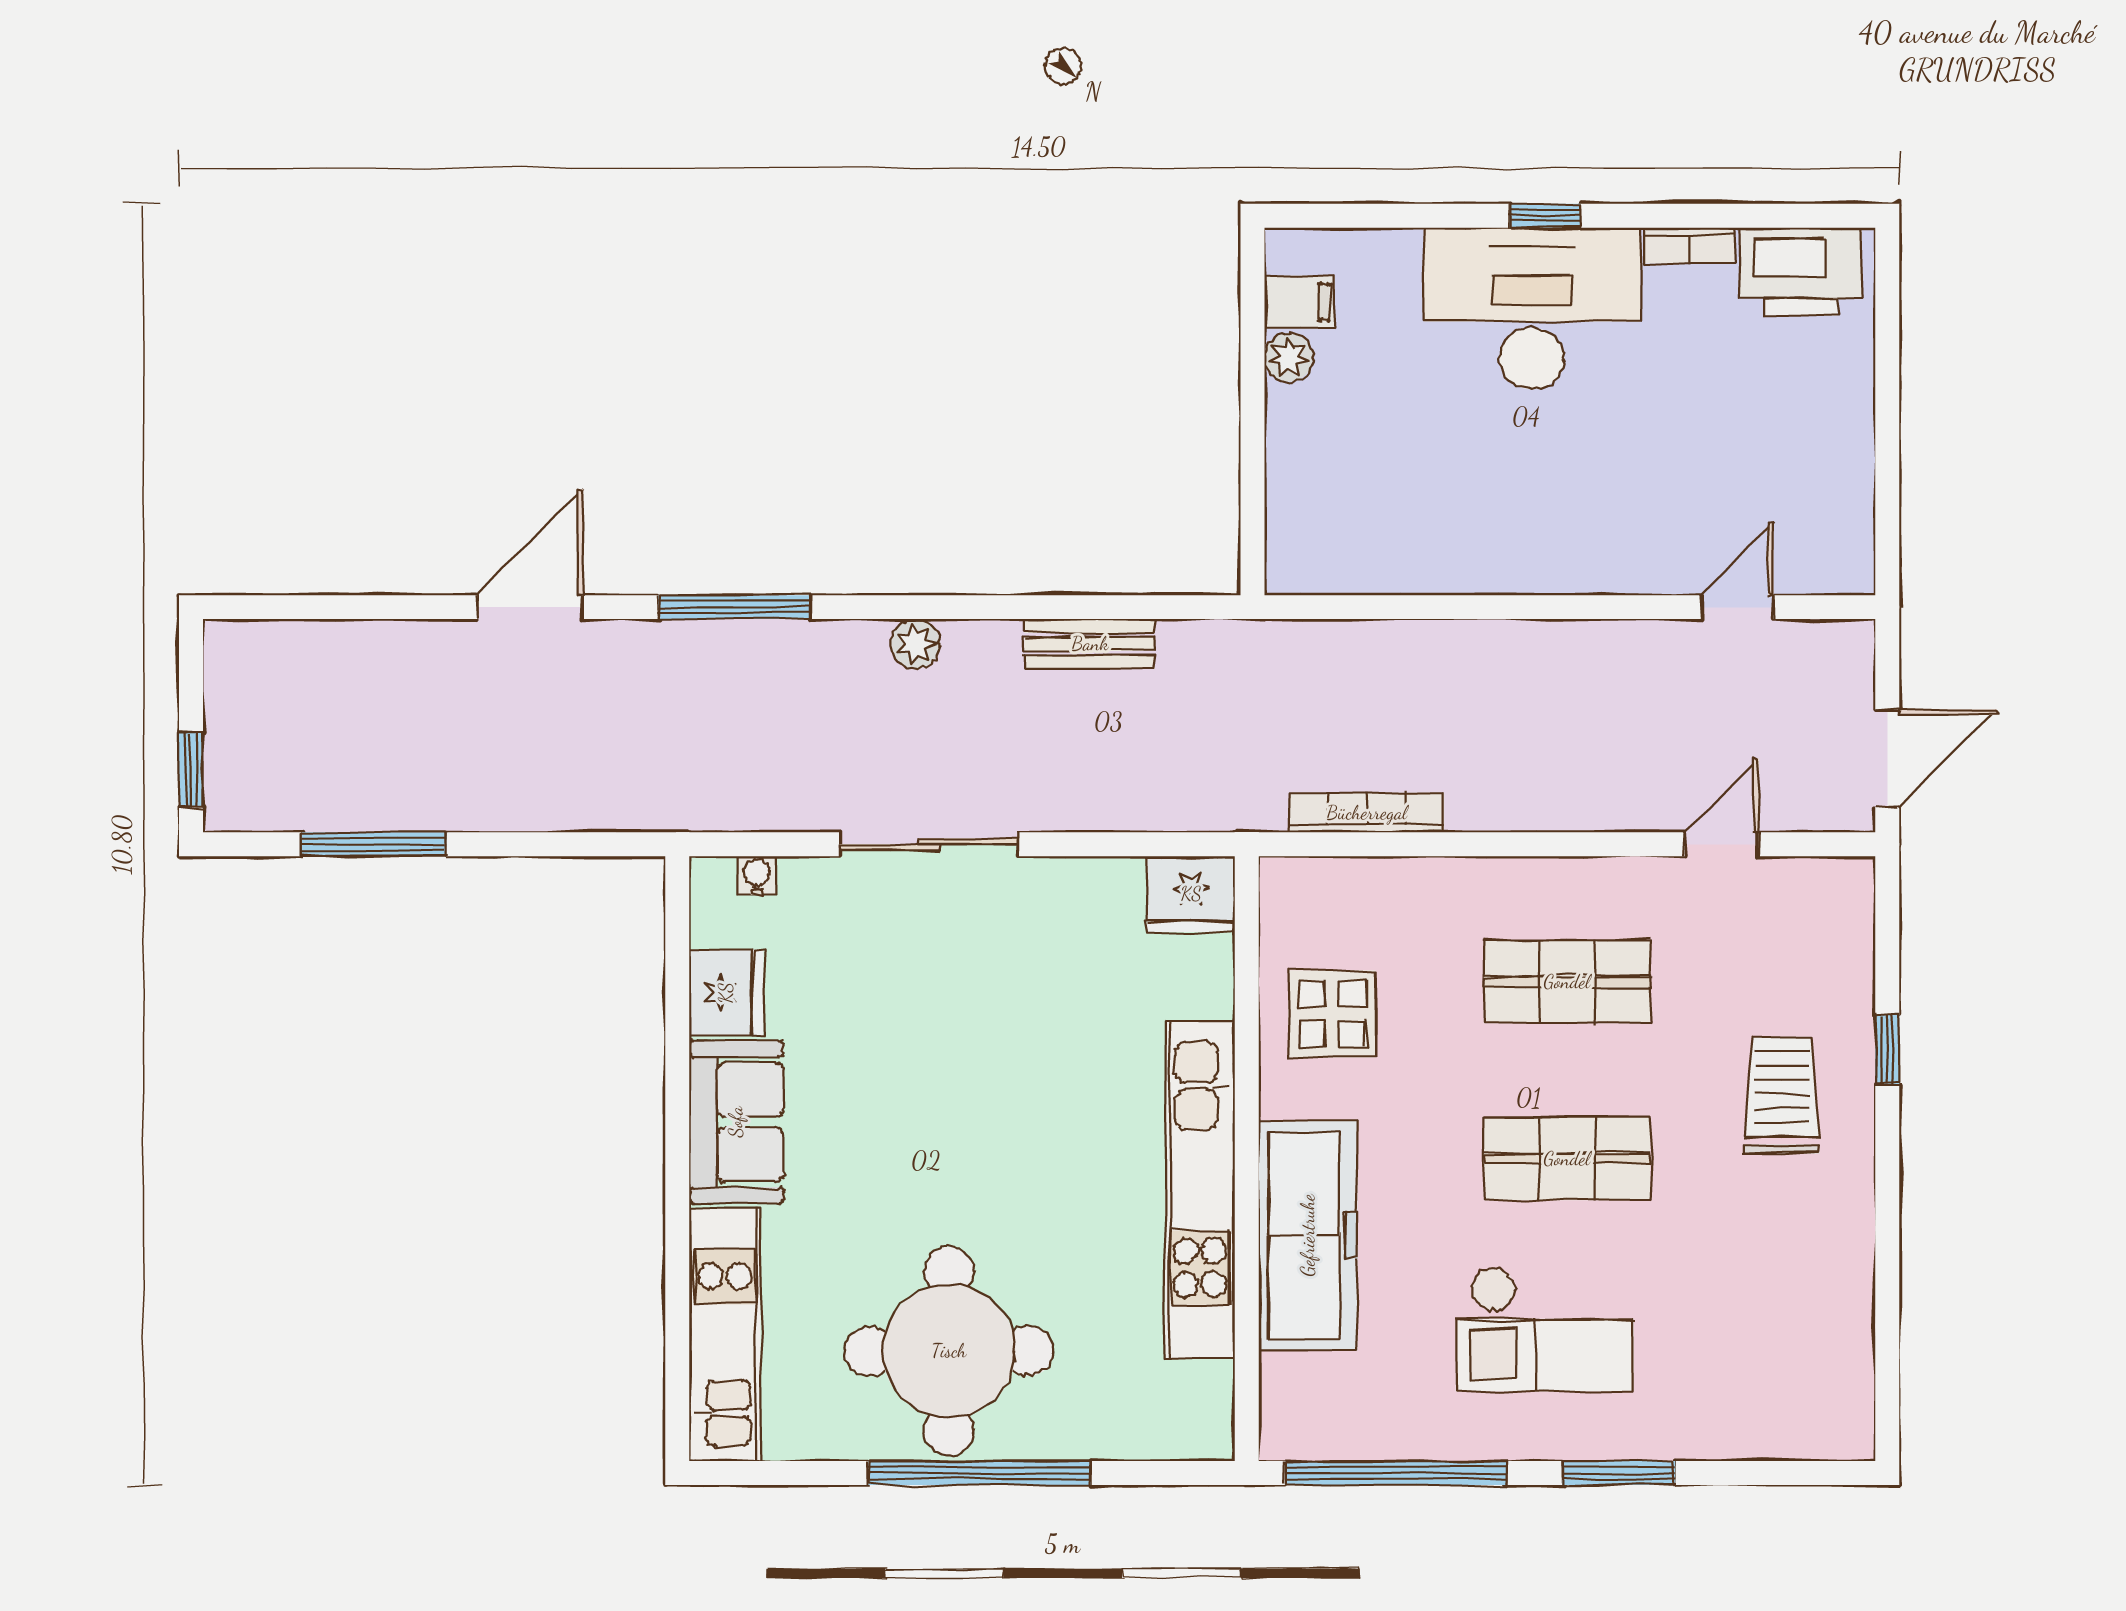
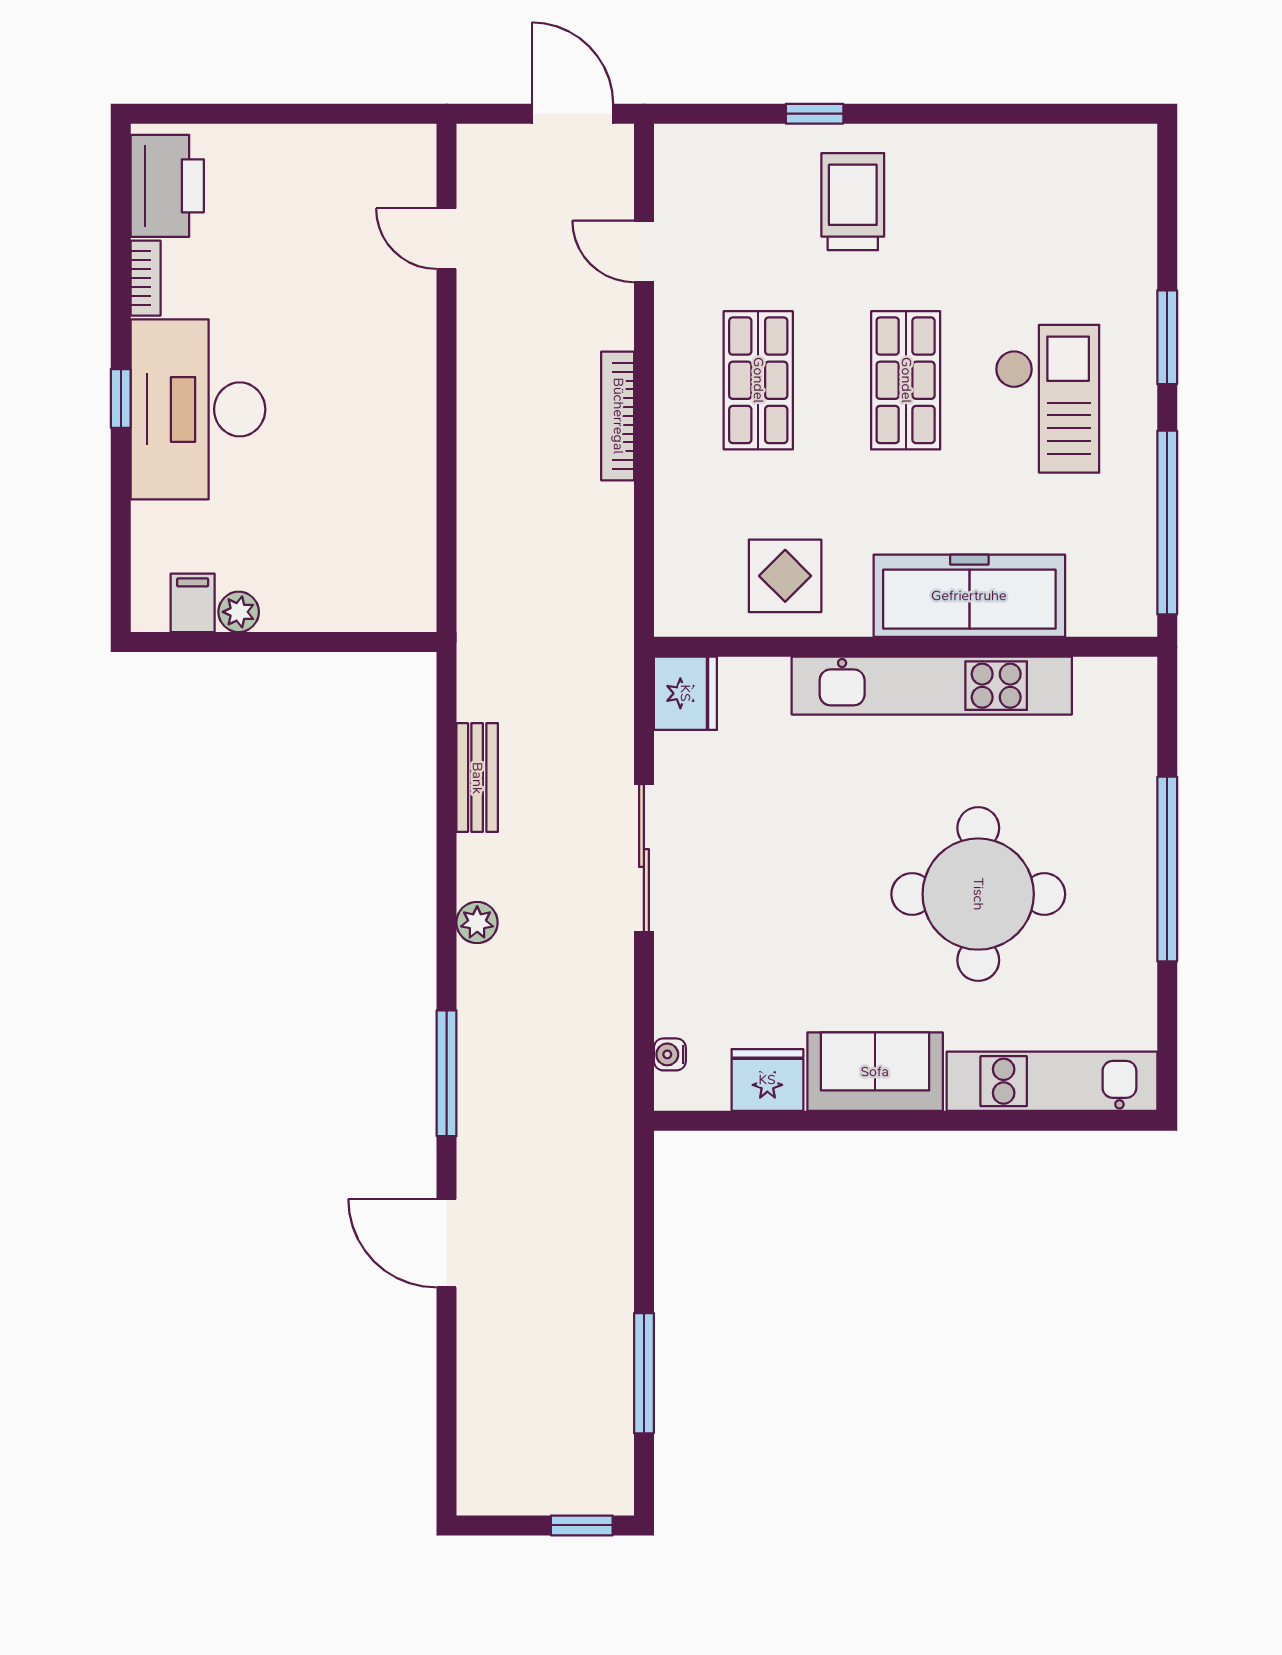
bookcase: (1367, 813) -> (618, 416), moved
sliding door: (929, 844) -> (644, 858), moved
trolley: (1782, 1095) -> (853, 202), turned 90
round table: (949, 1351) -> (978, 894), moved

